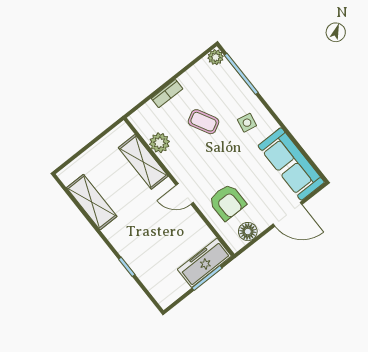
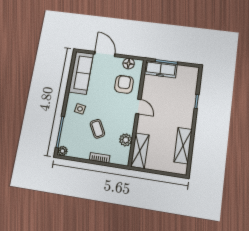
shelving: (143, 162) -> (140, 151), moved

